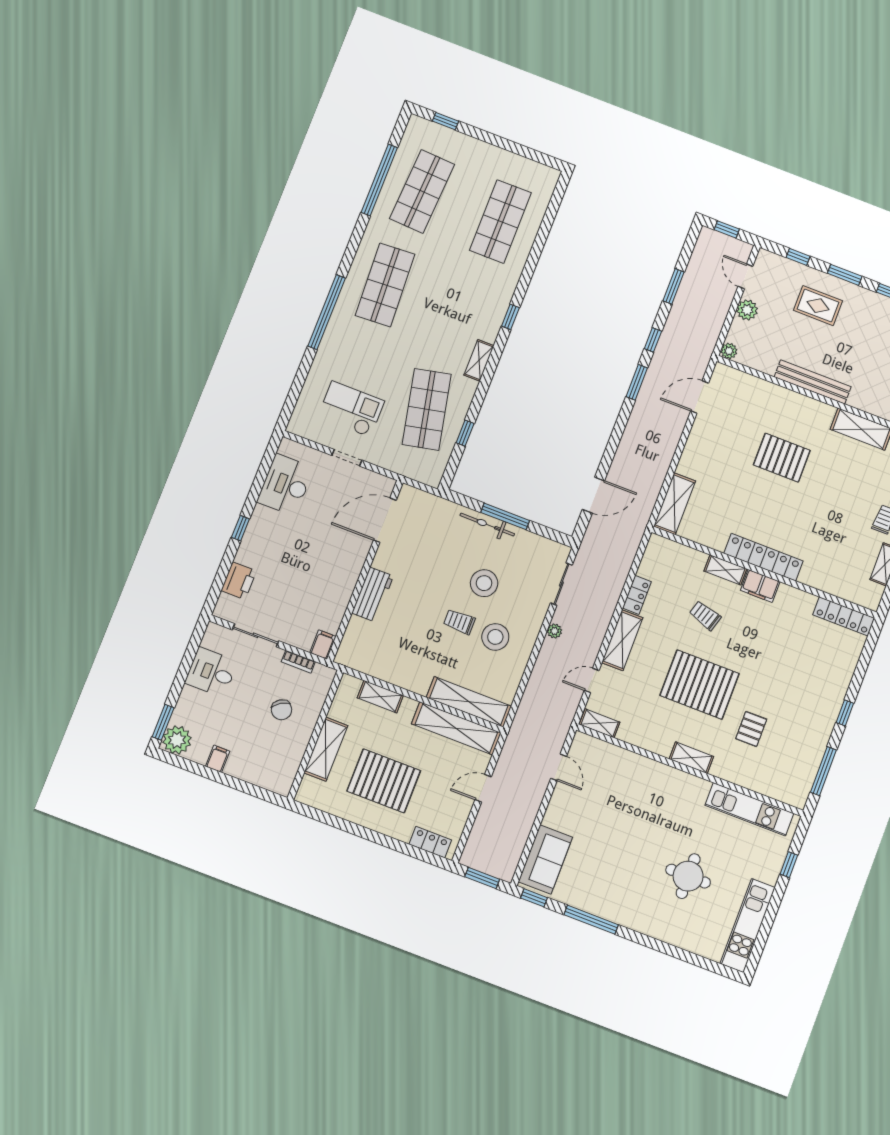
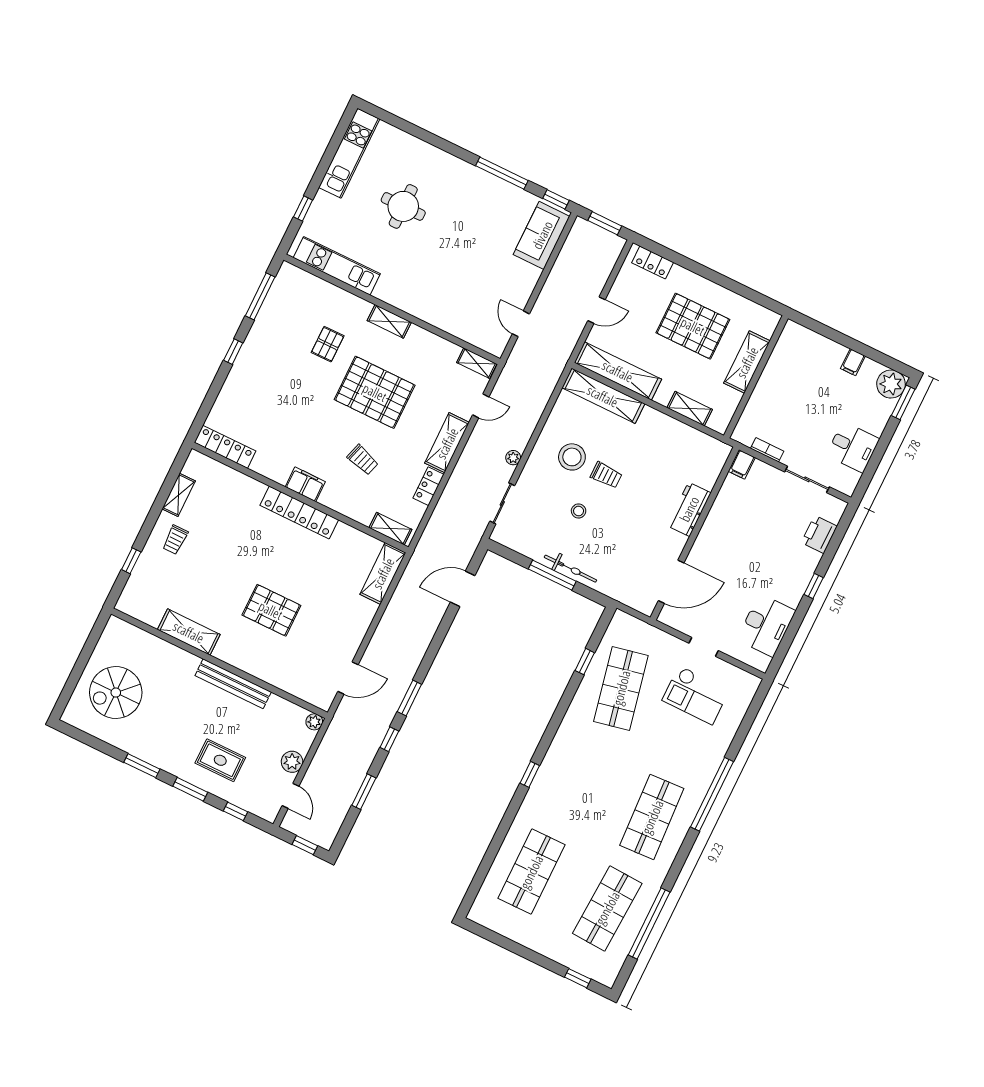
shelving: (479, 360) -> (565, 733), removed
shelving: (725, 570) -> (390, 529), moved
stool: (484, 583) -> (579, 511), width x0.53, depth x0.53
chair: (282, 710) -> (787, 404), removed

